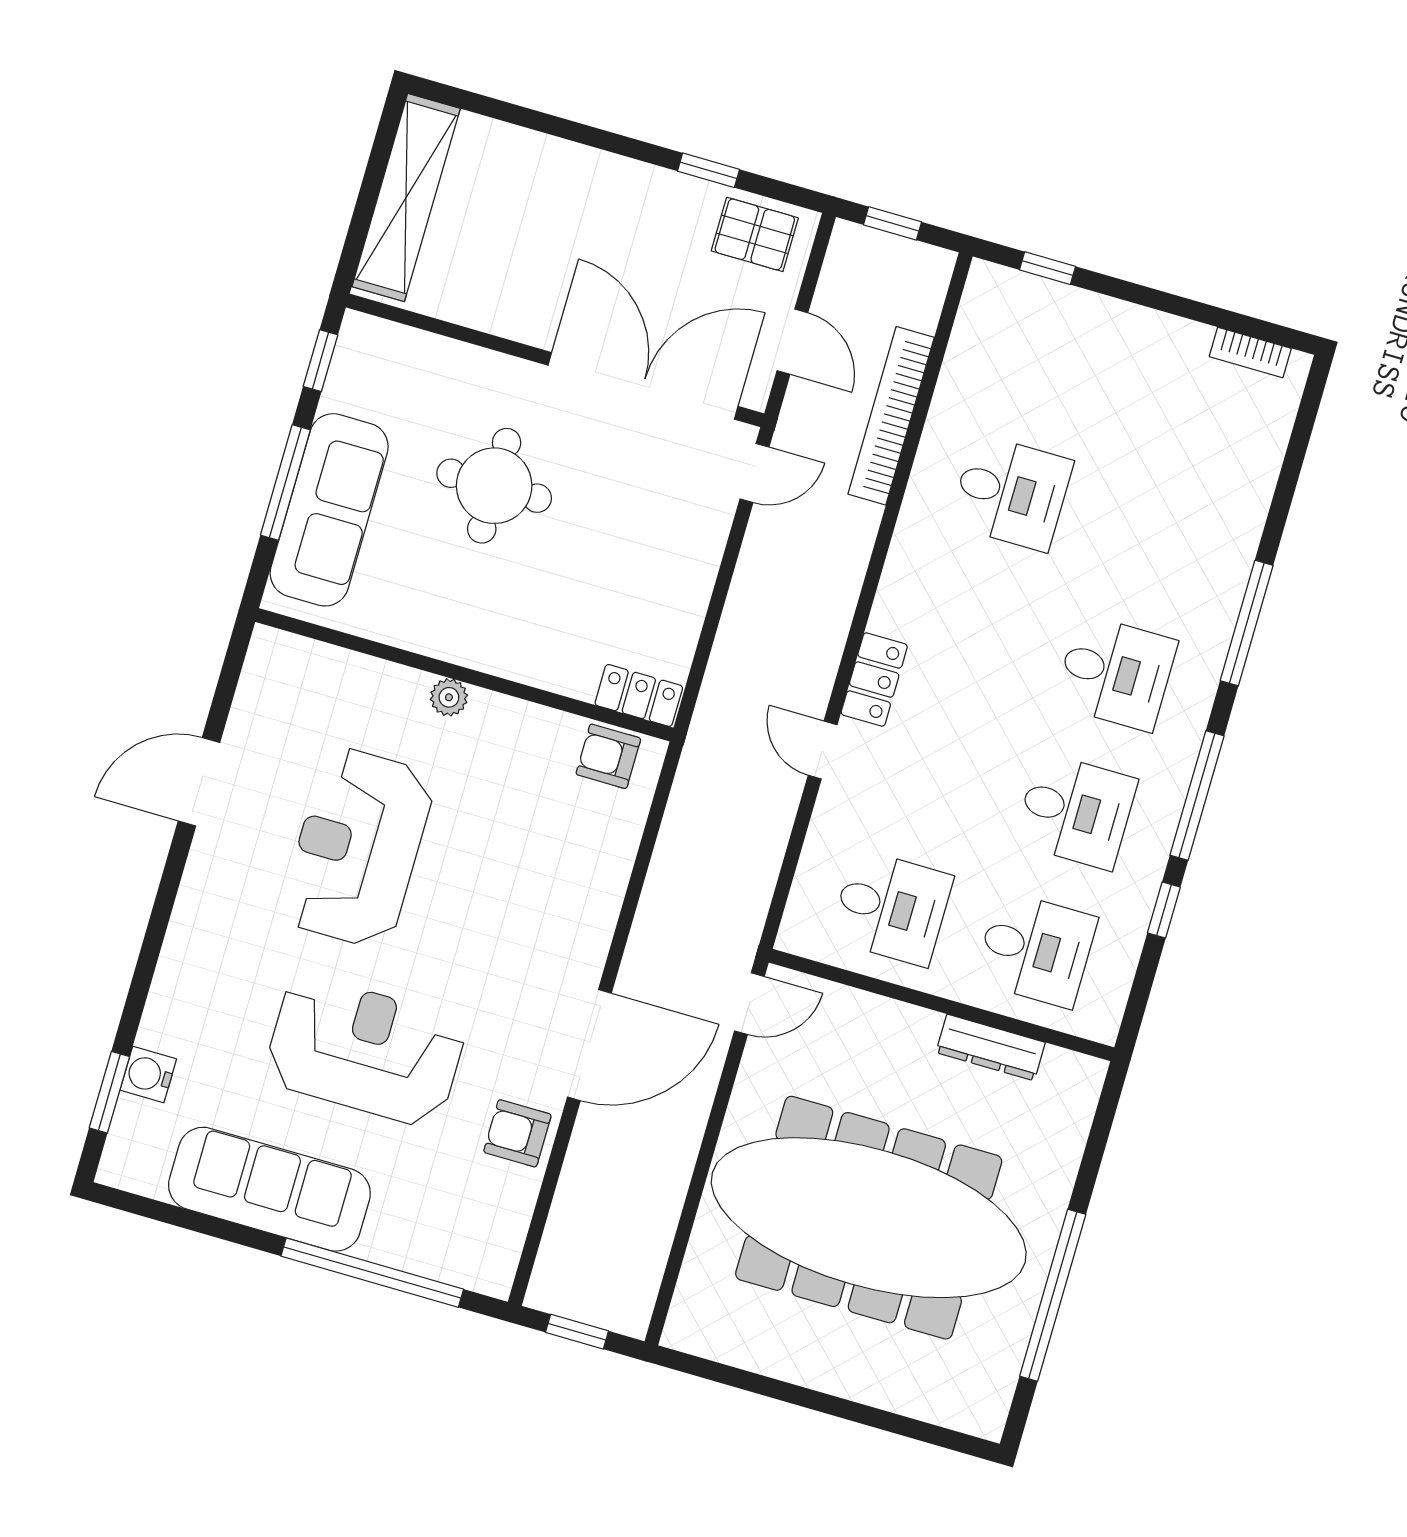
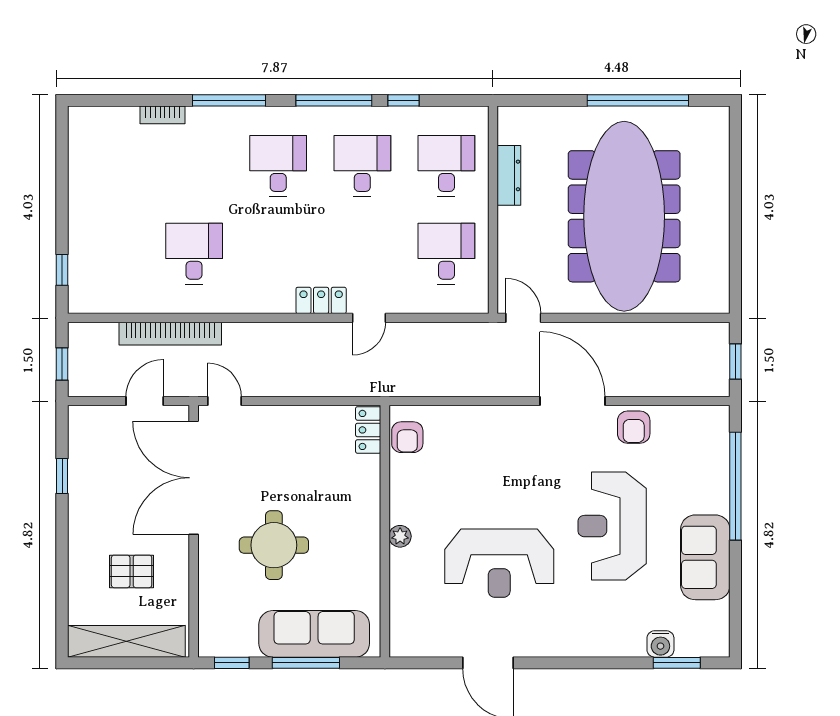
pallet: (755, 234) -> (132, 571), moved, turned 90
bookcase: (1250, 352) -> (163, 115), moved, turned 90
sofa: (269, 1189) -> (705, 557), width x0.73

